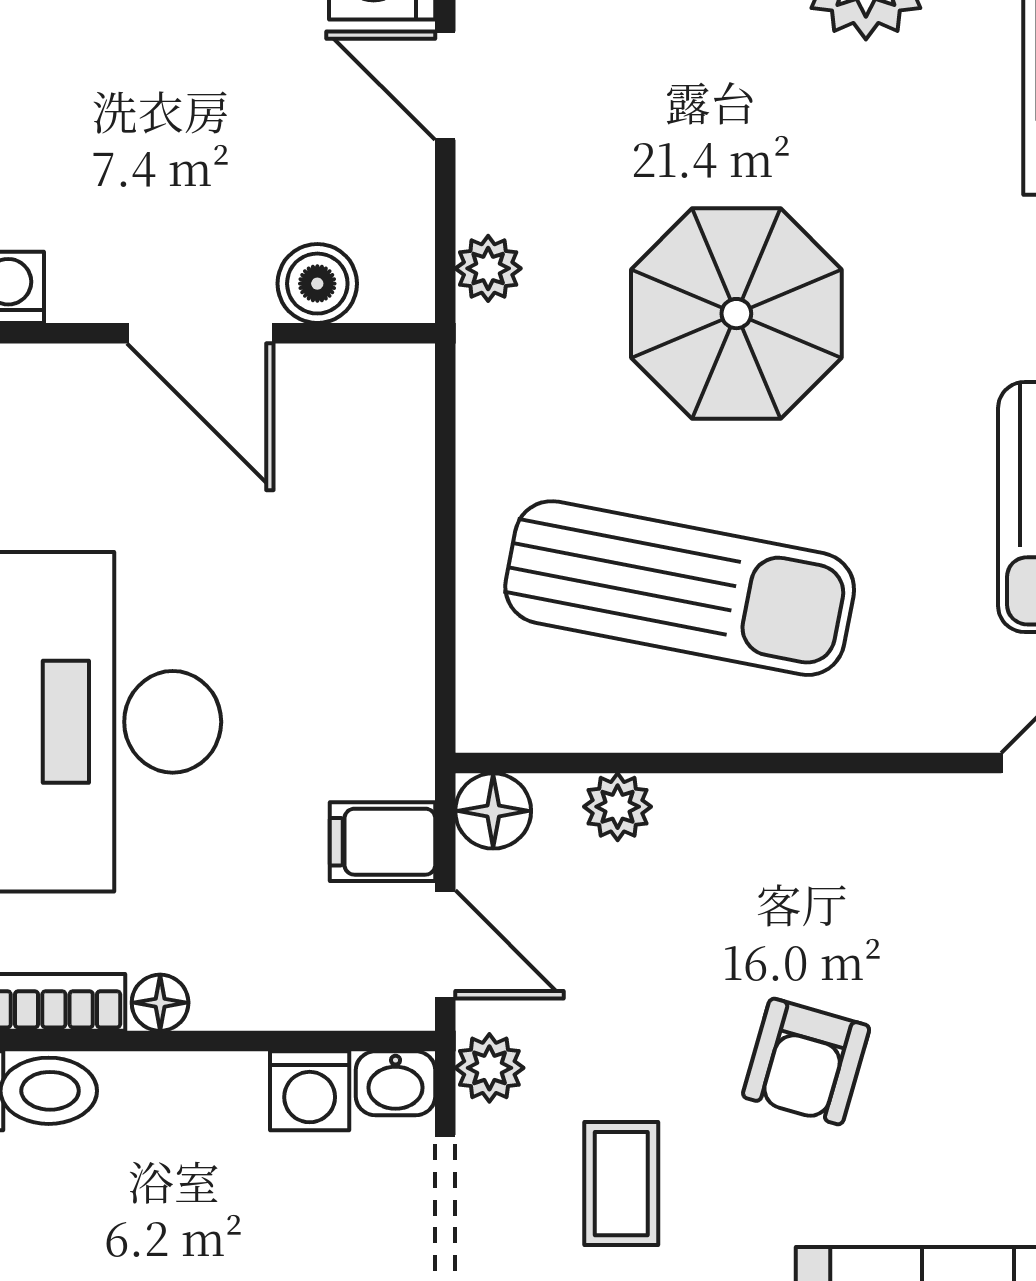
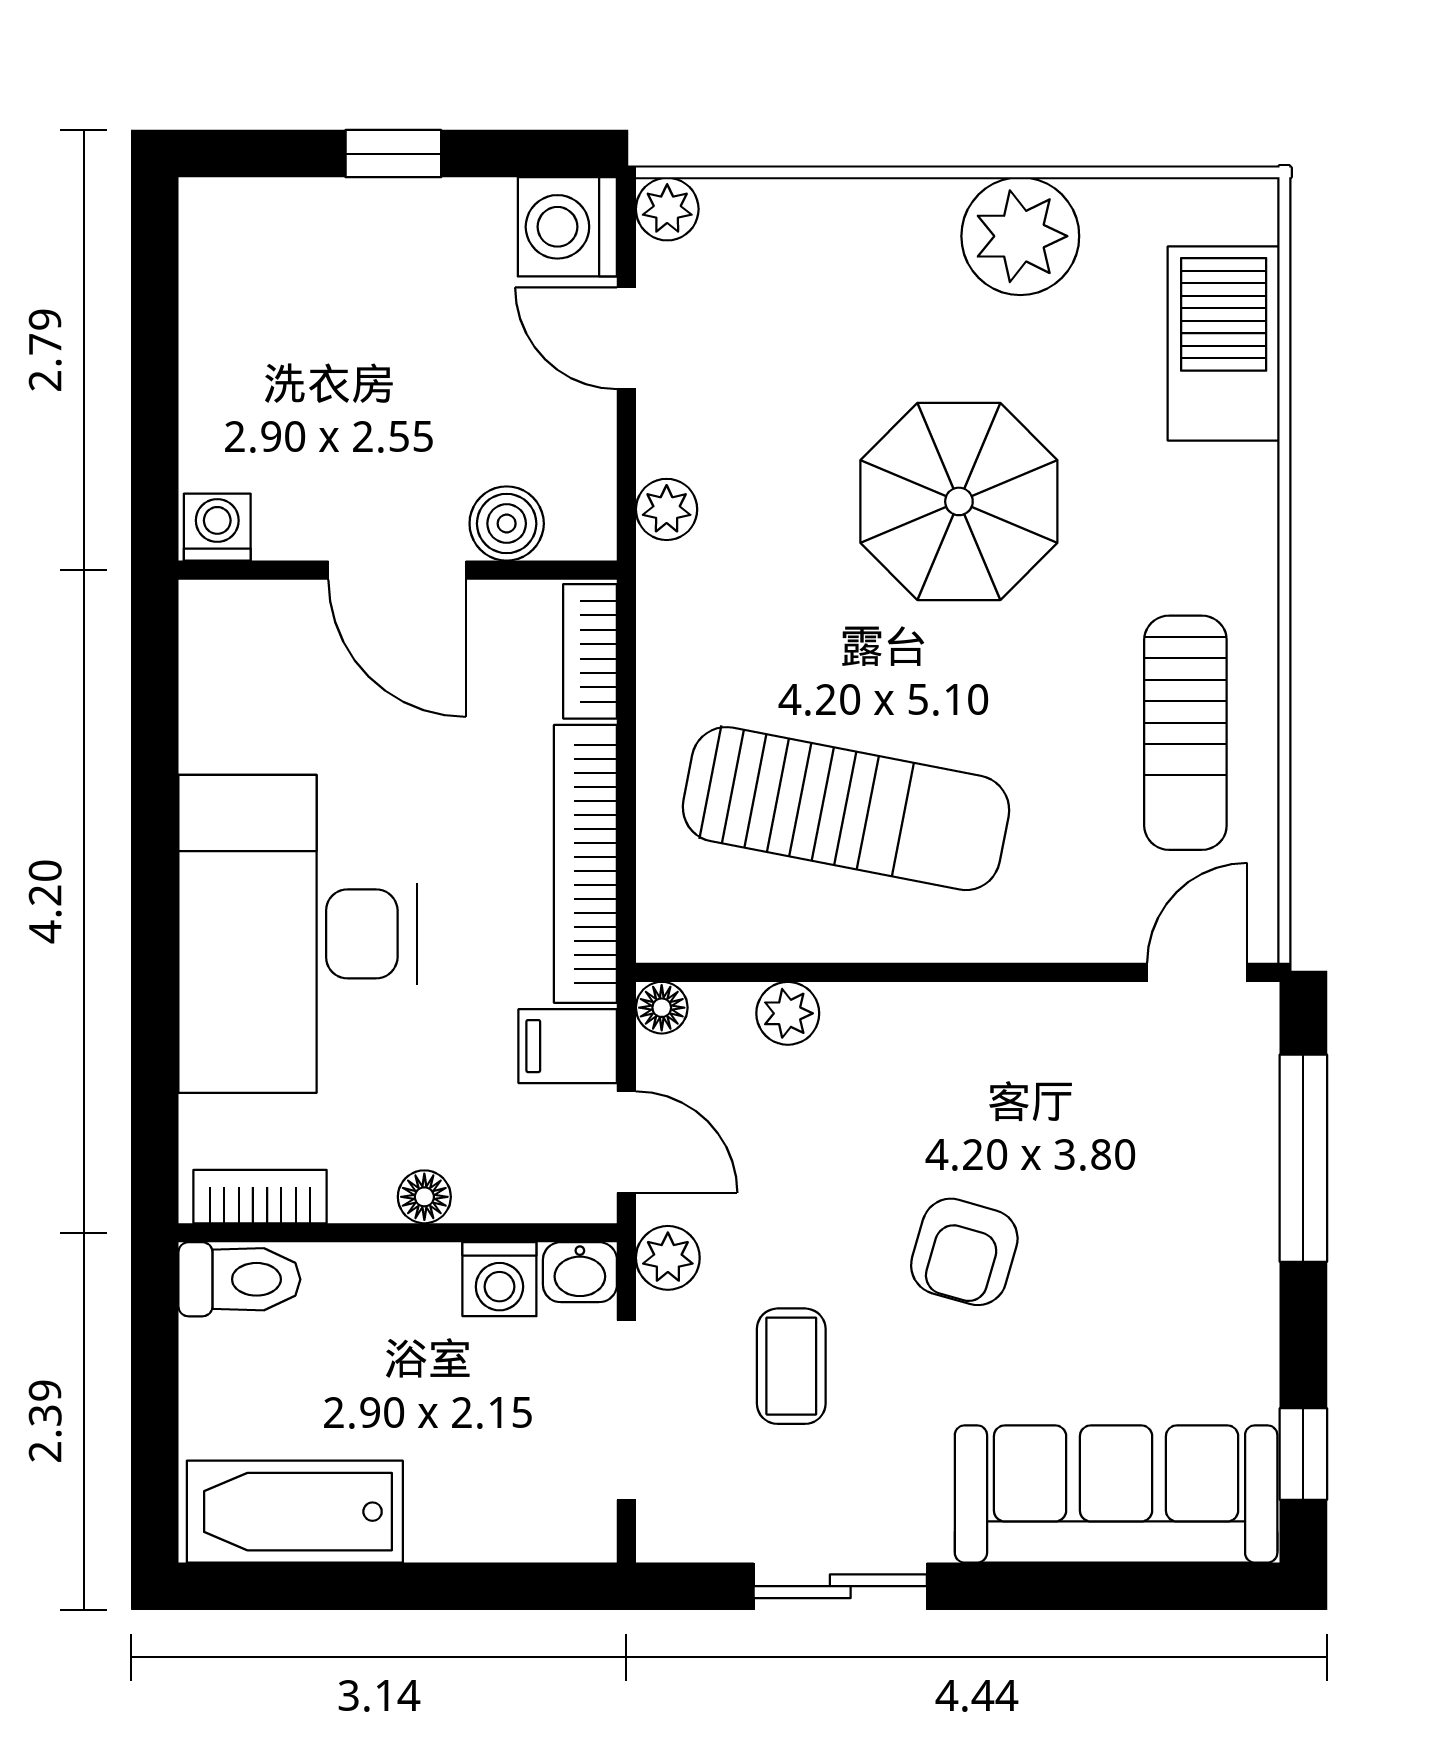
parasol: (736, 314) -> (959, 501), moved
bookcase: (406, 420) -> (590, 651), added
bookcase: (401, 647) -> (585, 864), added
floor lamp: (493, 811) -> (662, 1008), width x0.73, depth x0.73
floor lamp: (160, 1003) -> (424, 1197), moved

